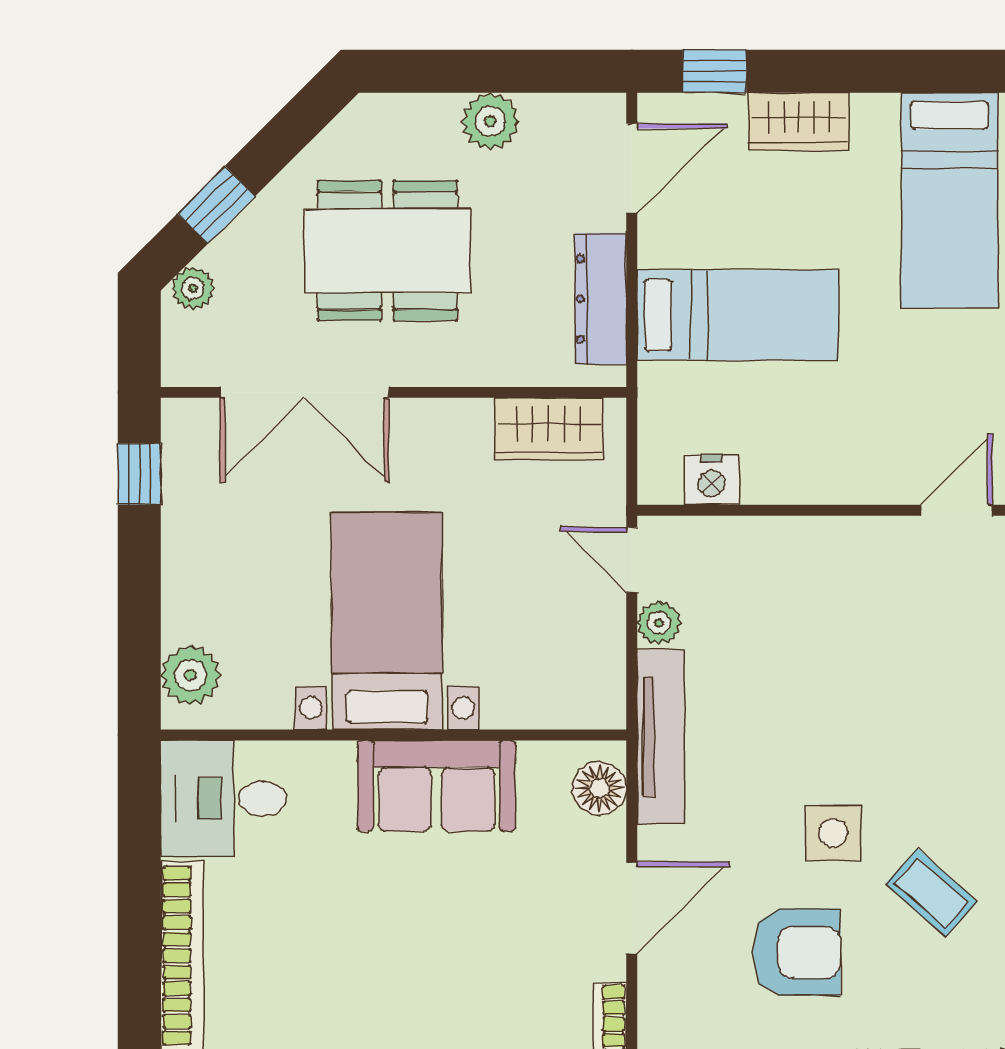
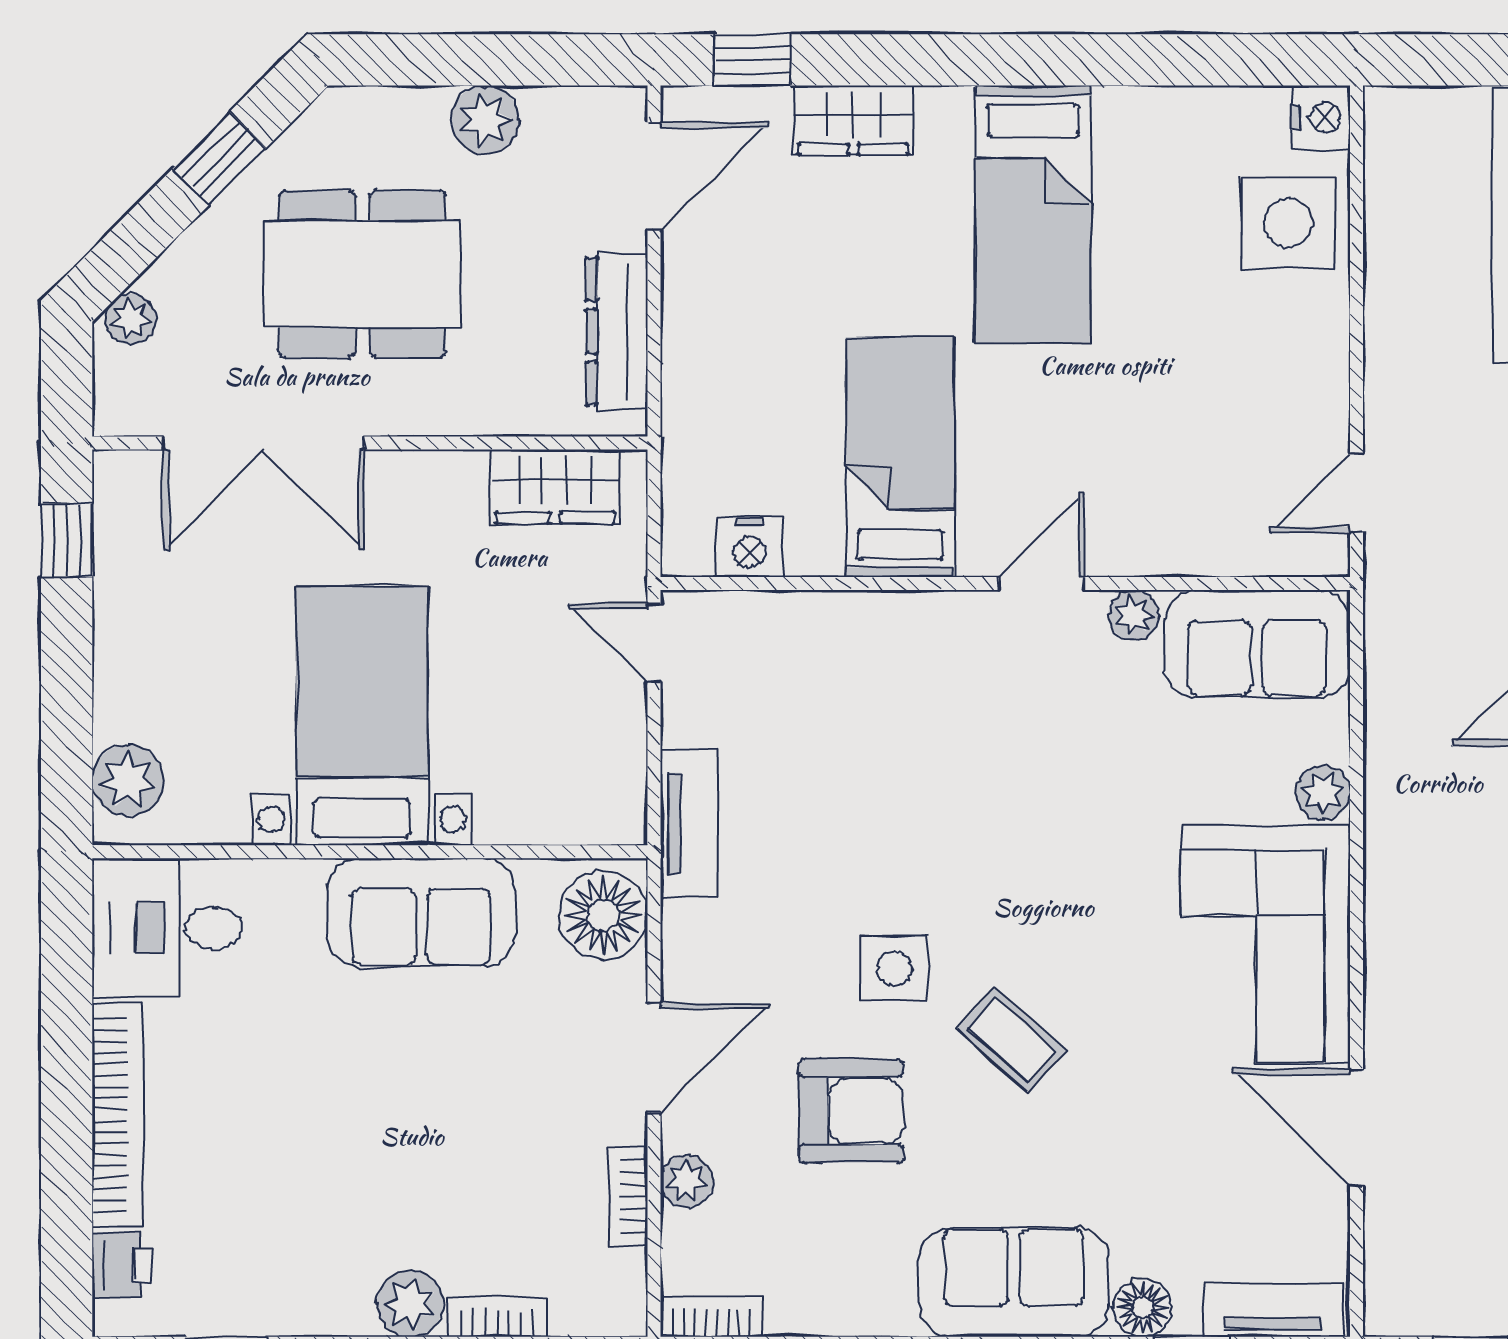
window: (216, 205) -> (219, 158), moved
bed: (738, 315) -> (900, 457), moved, turned -90
plant: (659, 623) -> (687, 1181), moved
tv unit: (661, 737) -> (689, 823), width x0.71
floor lamp: (599, 788) -> (603, 915), width x1.38, depth x1.38

